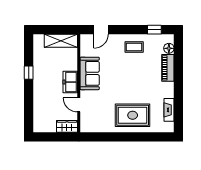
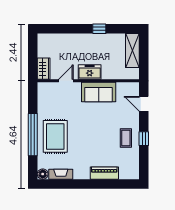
window: (154, 30) -> (144, 139), moved
shelving: (61, 41) -> (132, 50), moved
floor lamp: (169, 48) -> (43, 174), moved
window: (131, 137) -> (33, 135), added

